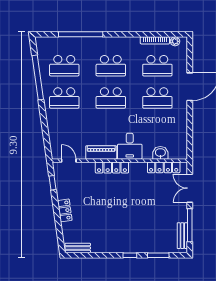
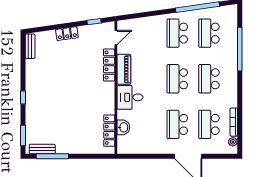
locker: (112, 167) -> (109, 65), moved
double door: (190, 188) -> (89, 156), removed
window: (158, 255) -> (23, 136), moved

